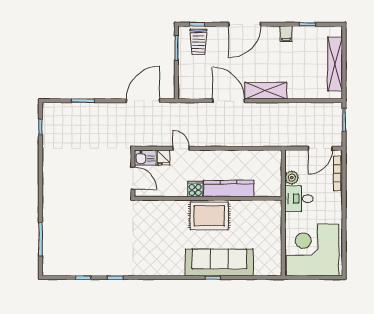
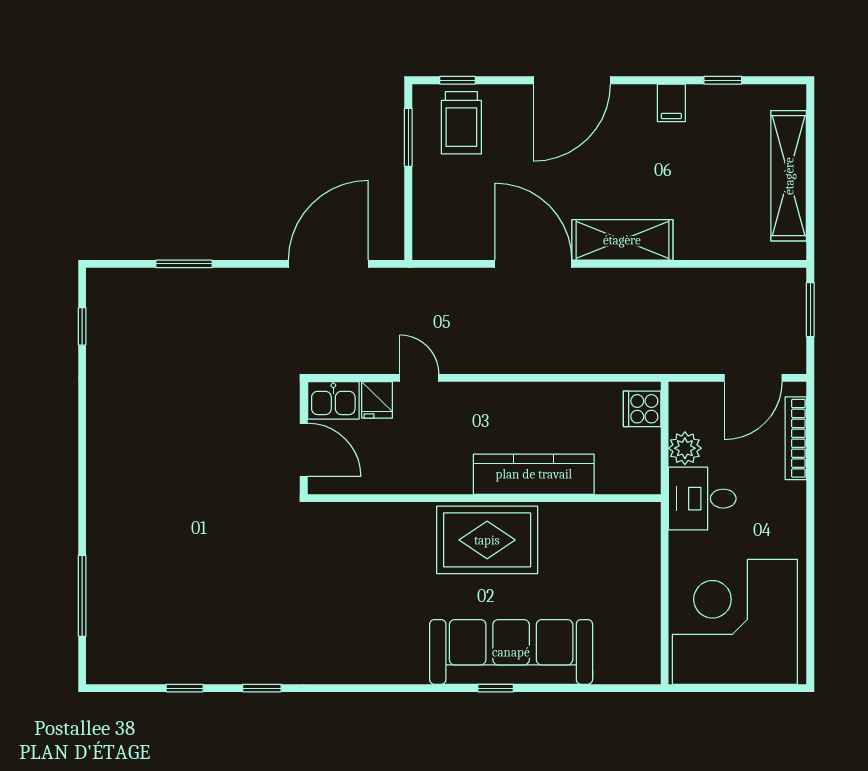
cooker: (195, 189) -> (642, 409), moved, turned -90

